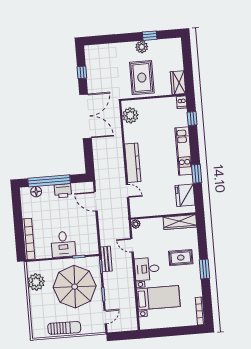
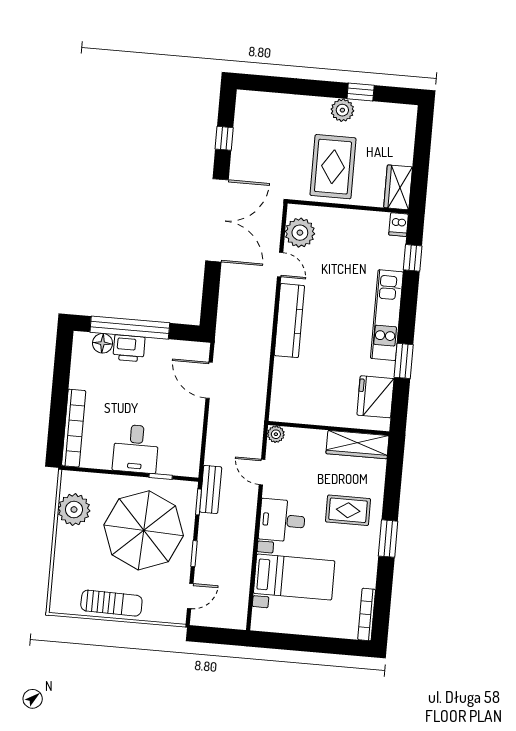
printer: (63, 191) -> (129, 348), moved
door: (127, 191) -> (280, 265), moved

